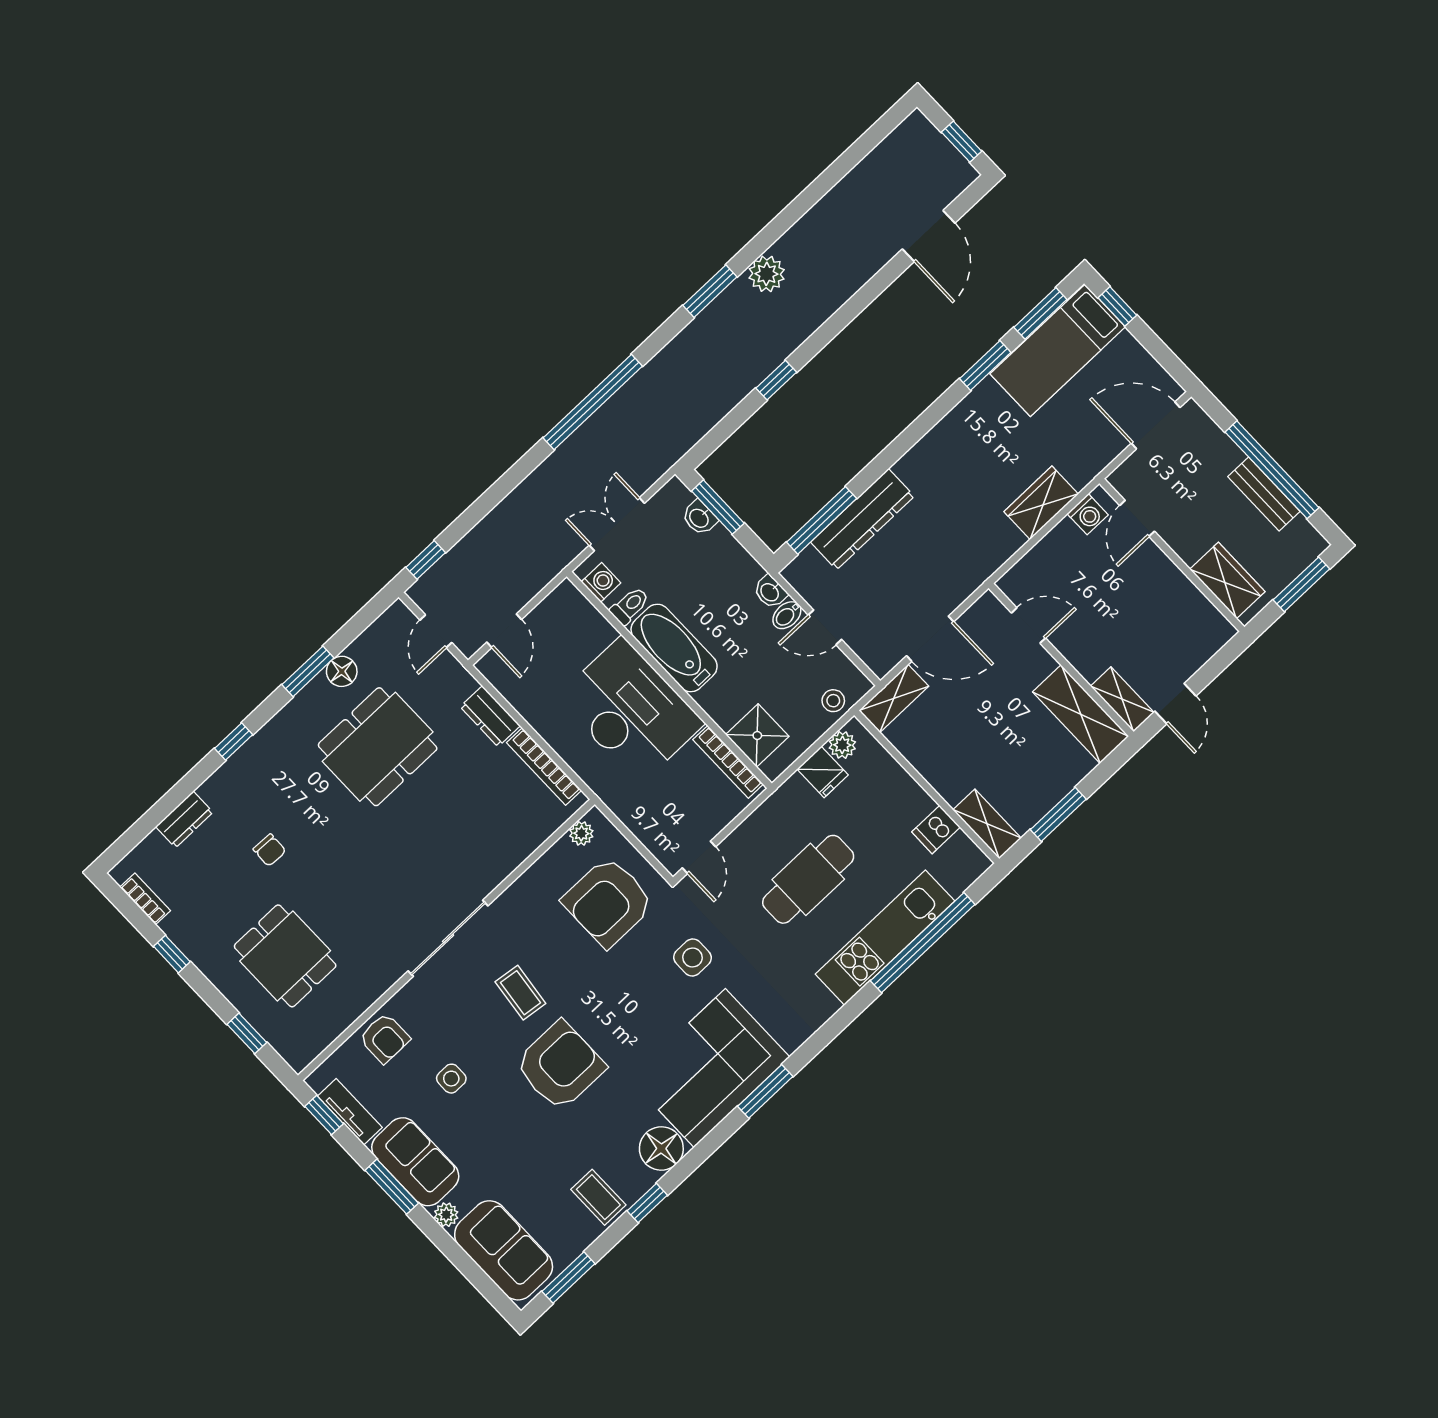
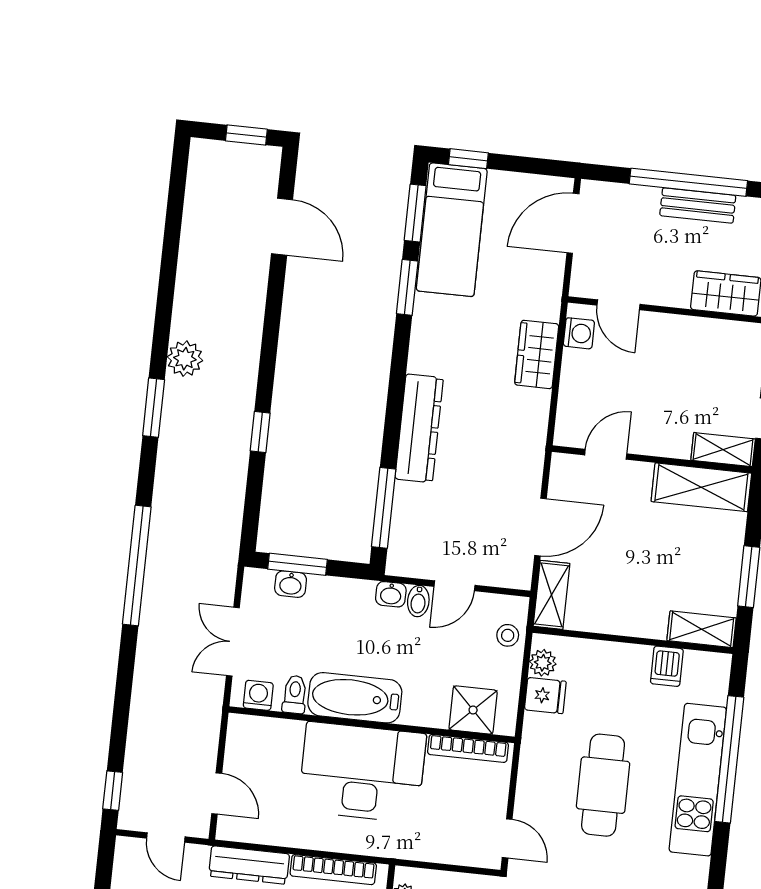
dresser: (862, 519) -> (419, 428), moved
dresser: (490, 716) -> (249, 865), width x1.44

